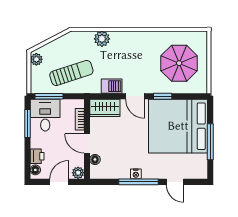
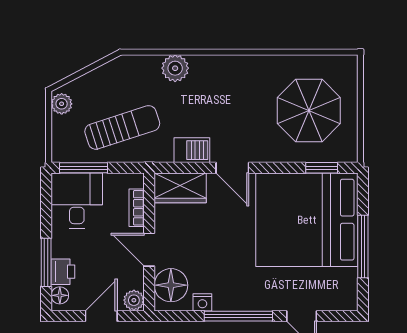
window: (163, 96) -> (322, 168), moved
window: (27, 123) -> (46, 262), moved
floor lamp: (95, 159) -> (171, 285), width x1.89, depth x1.89
nightstand: (136, 174) -> (202, 302), moved

